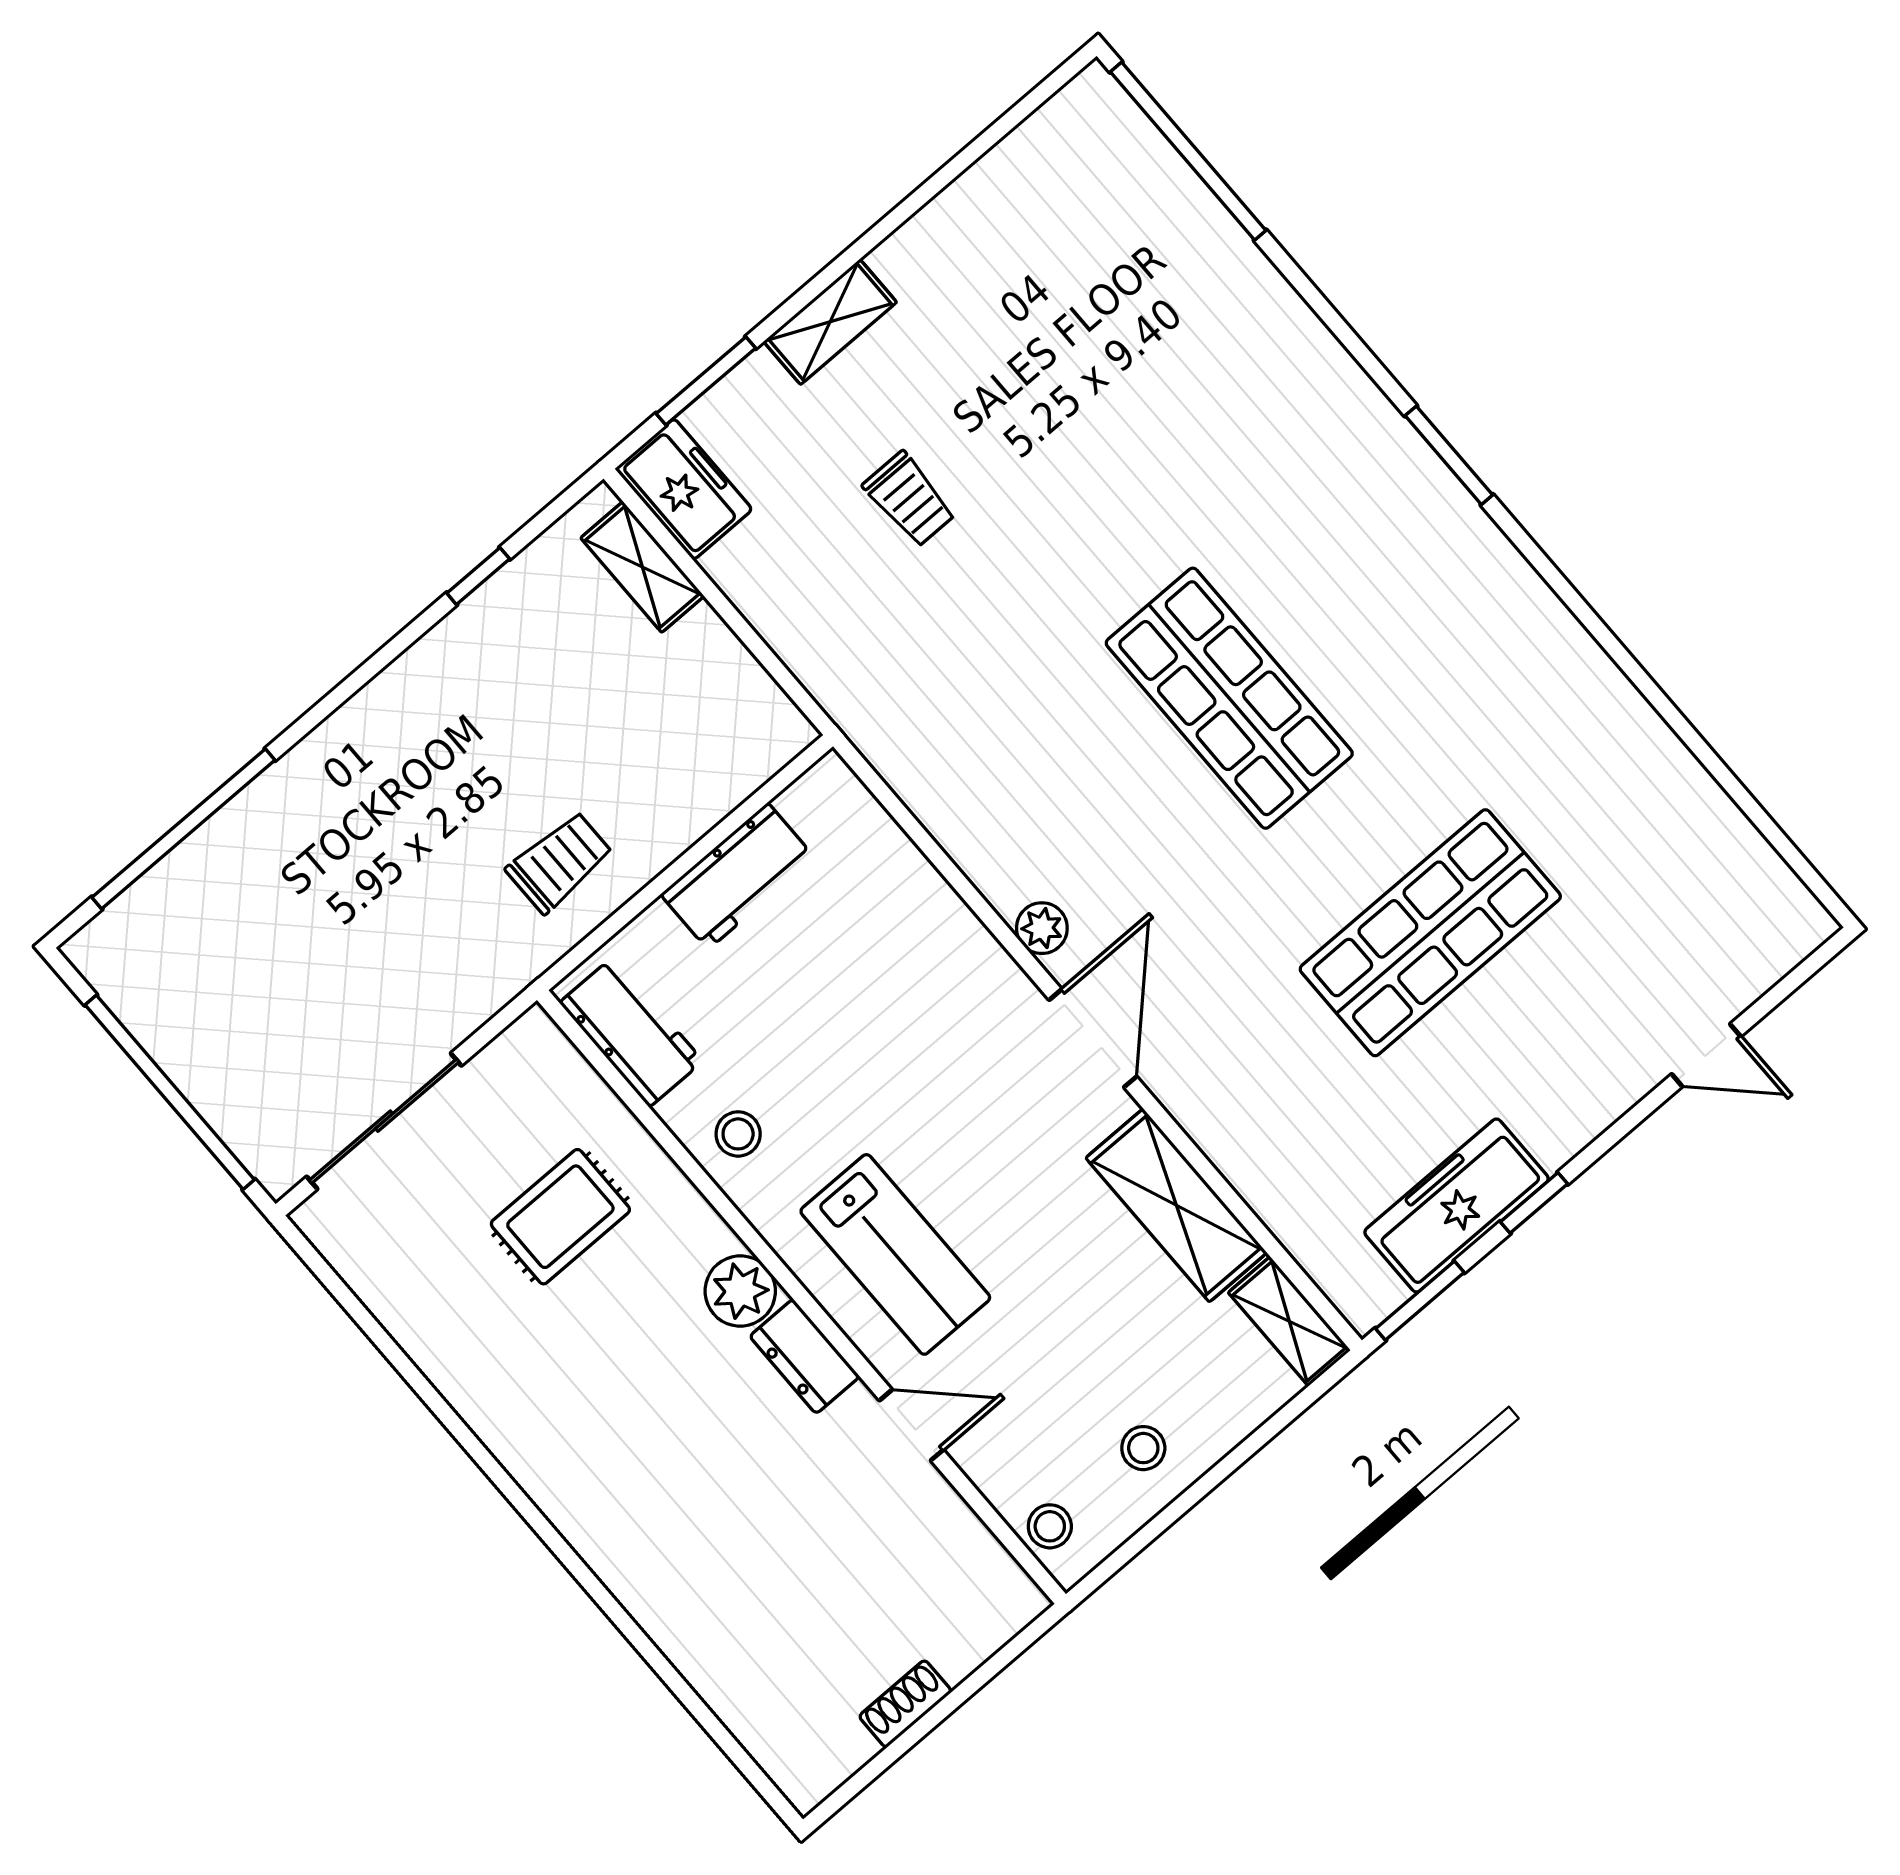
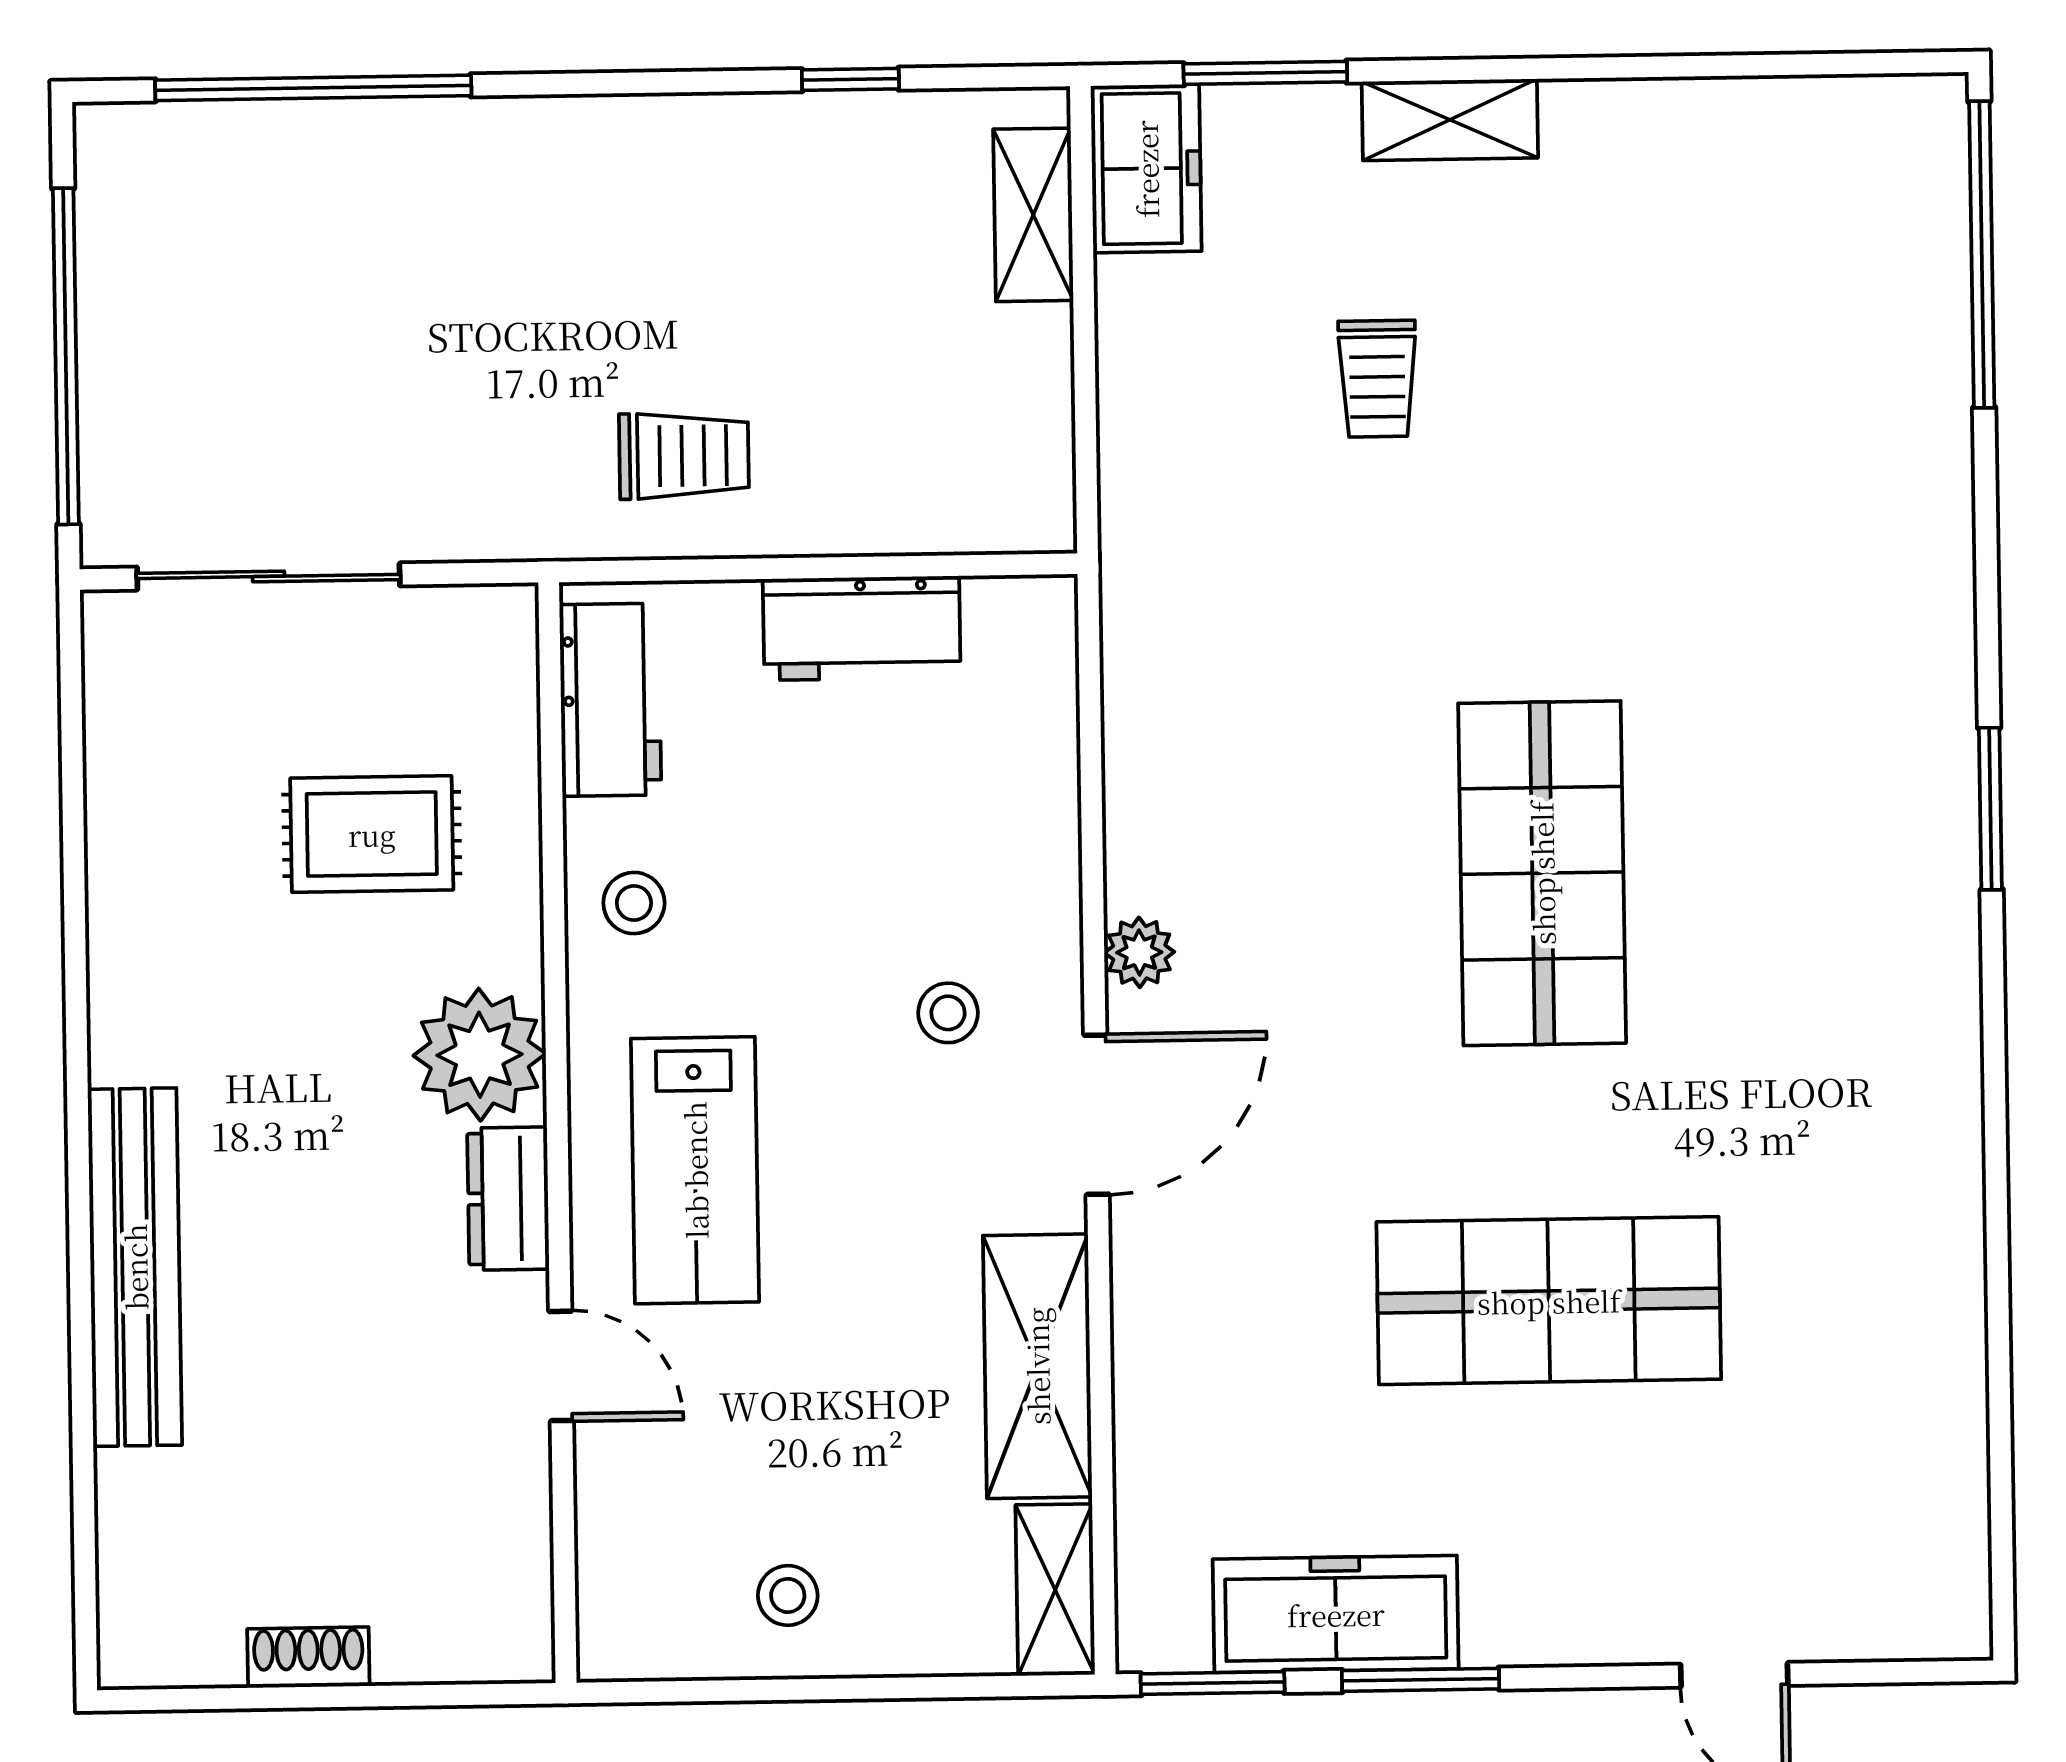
window: (1534, 1203) -> (1421, 1680), width x1.50
plant: (740, 1291) -> (480, 1055), width x1.36, depth x1.36
stool: (1050, 1526) -> (948, 1013), moved
bench: (629, 1567) -> (135, 1267), added

